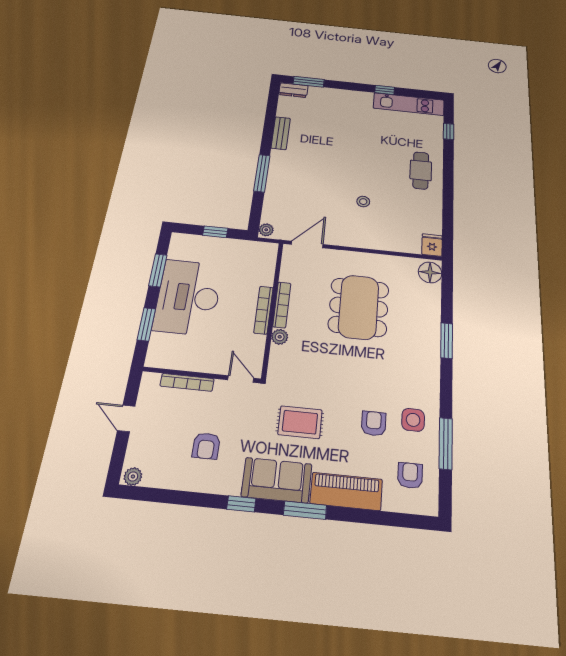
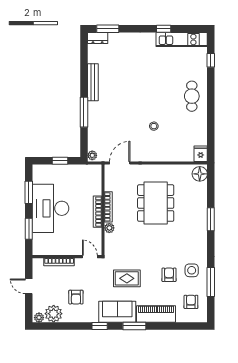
bench: (281, 133) -> (93, 82), width x1.36
plant: (161, 472) -> (54, 314), added

